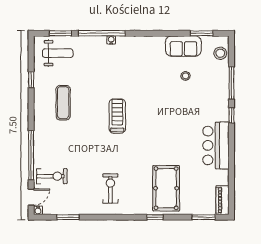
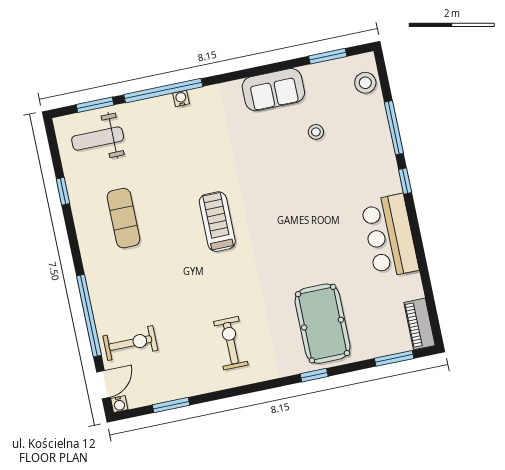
sofa: (183, 46) -> (273, 90), moved
weight bench: (58, 53) -> (98, 139), turned 180

